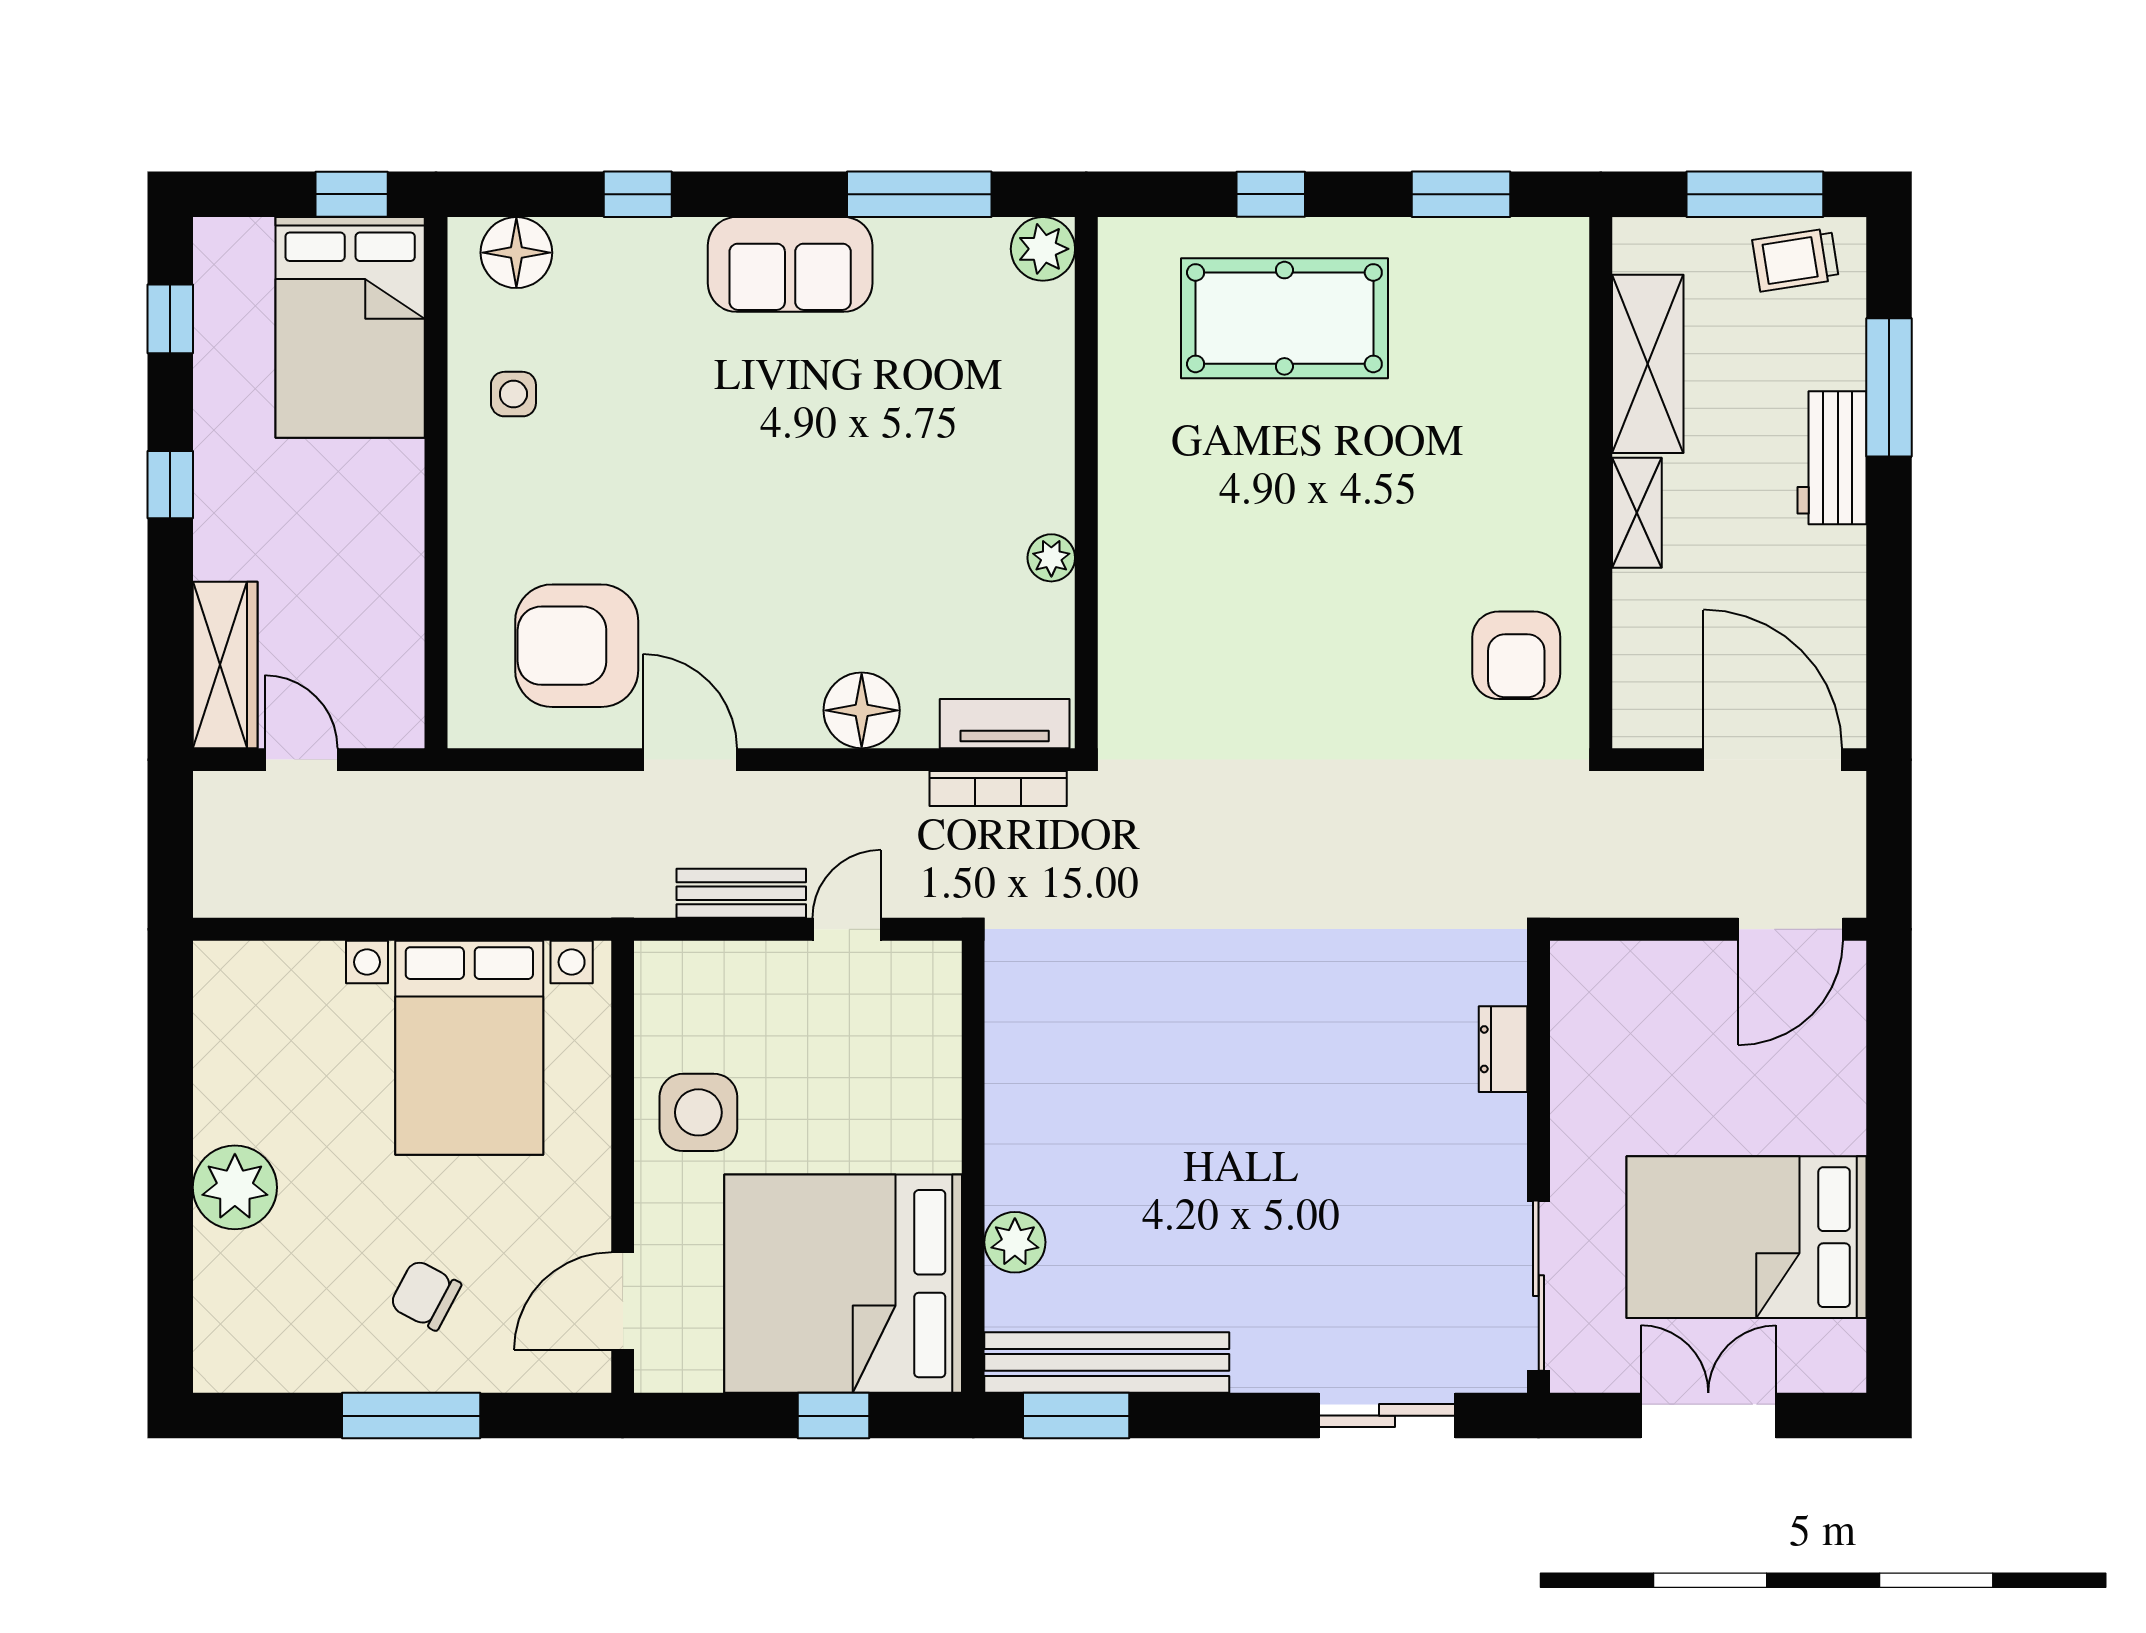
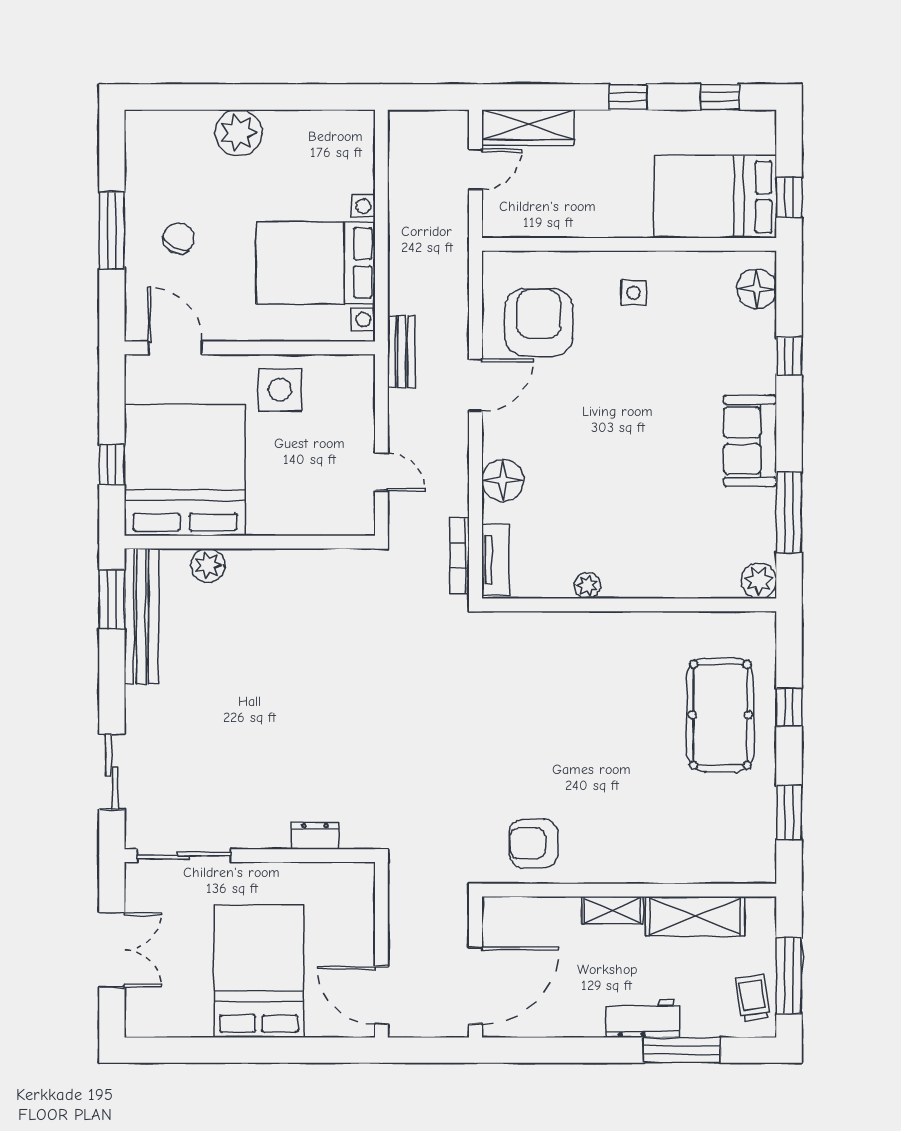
side table: (513, 394) -> (634, 293), moved
bench: (741, 893) -> (401, 352), moved
bed: (1747, 1237) -> (259, 971), moved

